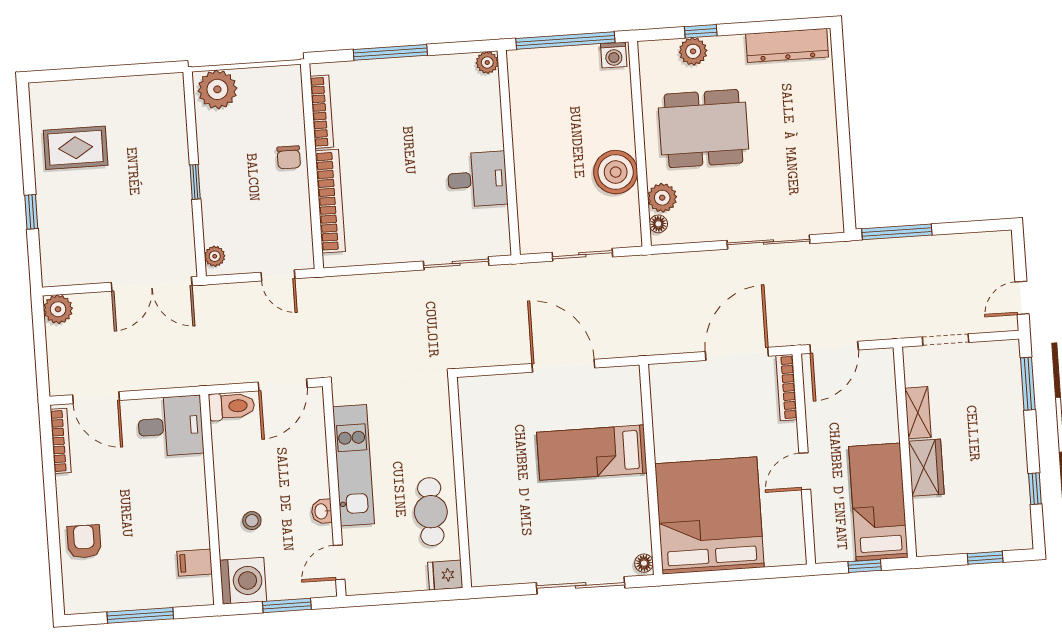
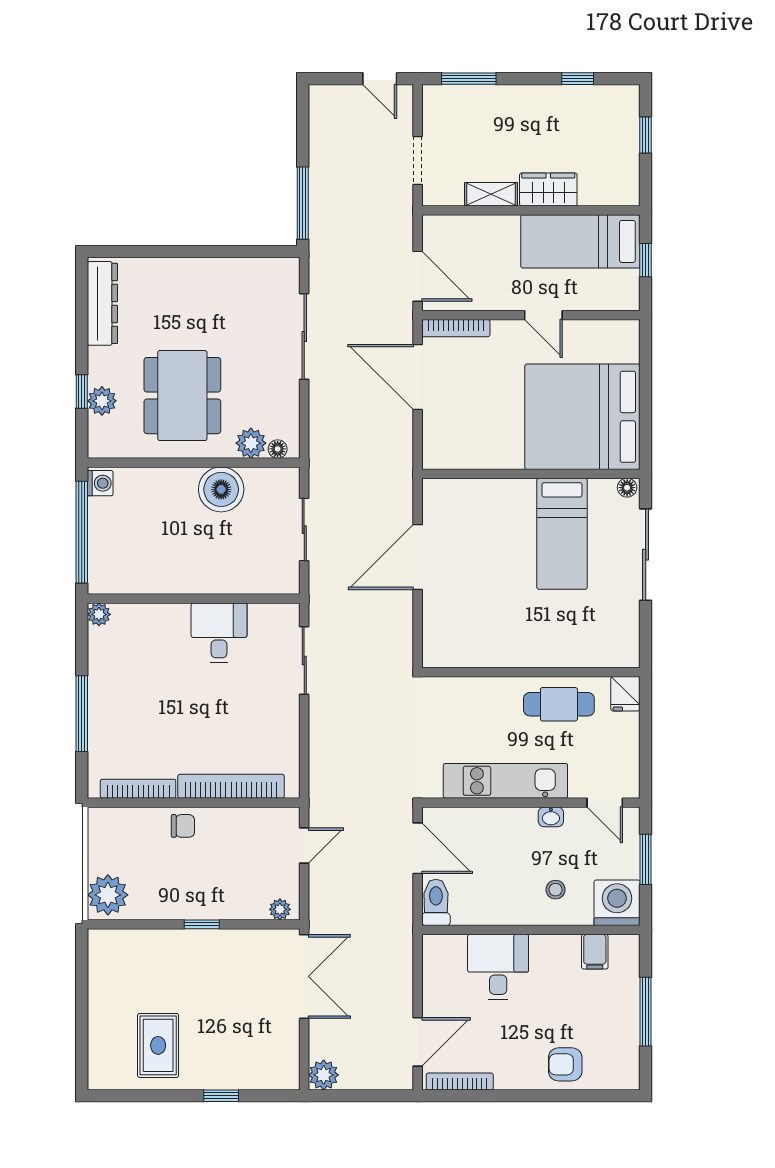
desk: (170, 426) -> (498, 967), moved
bed: (592, 453) -> (562, 534), moved

